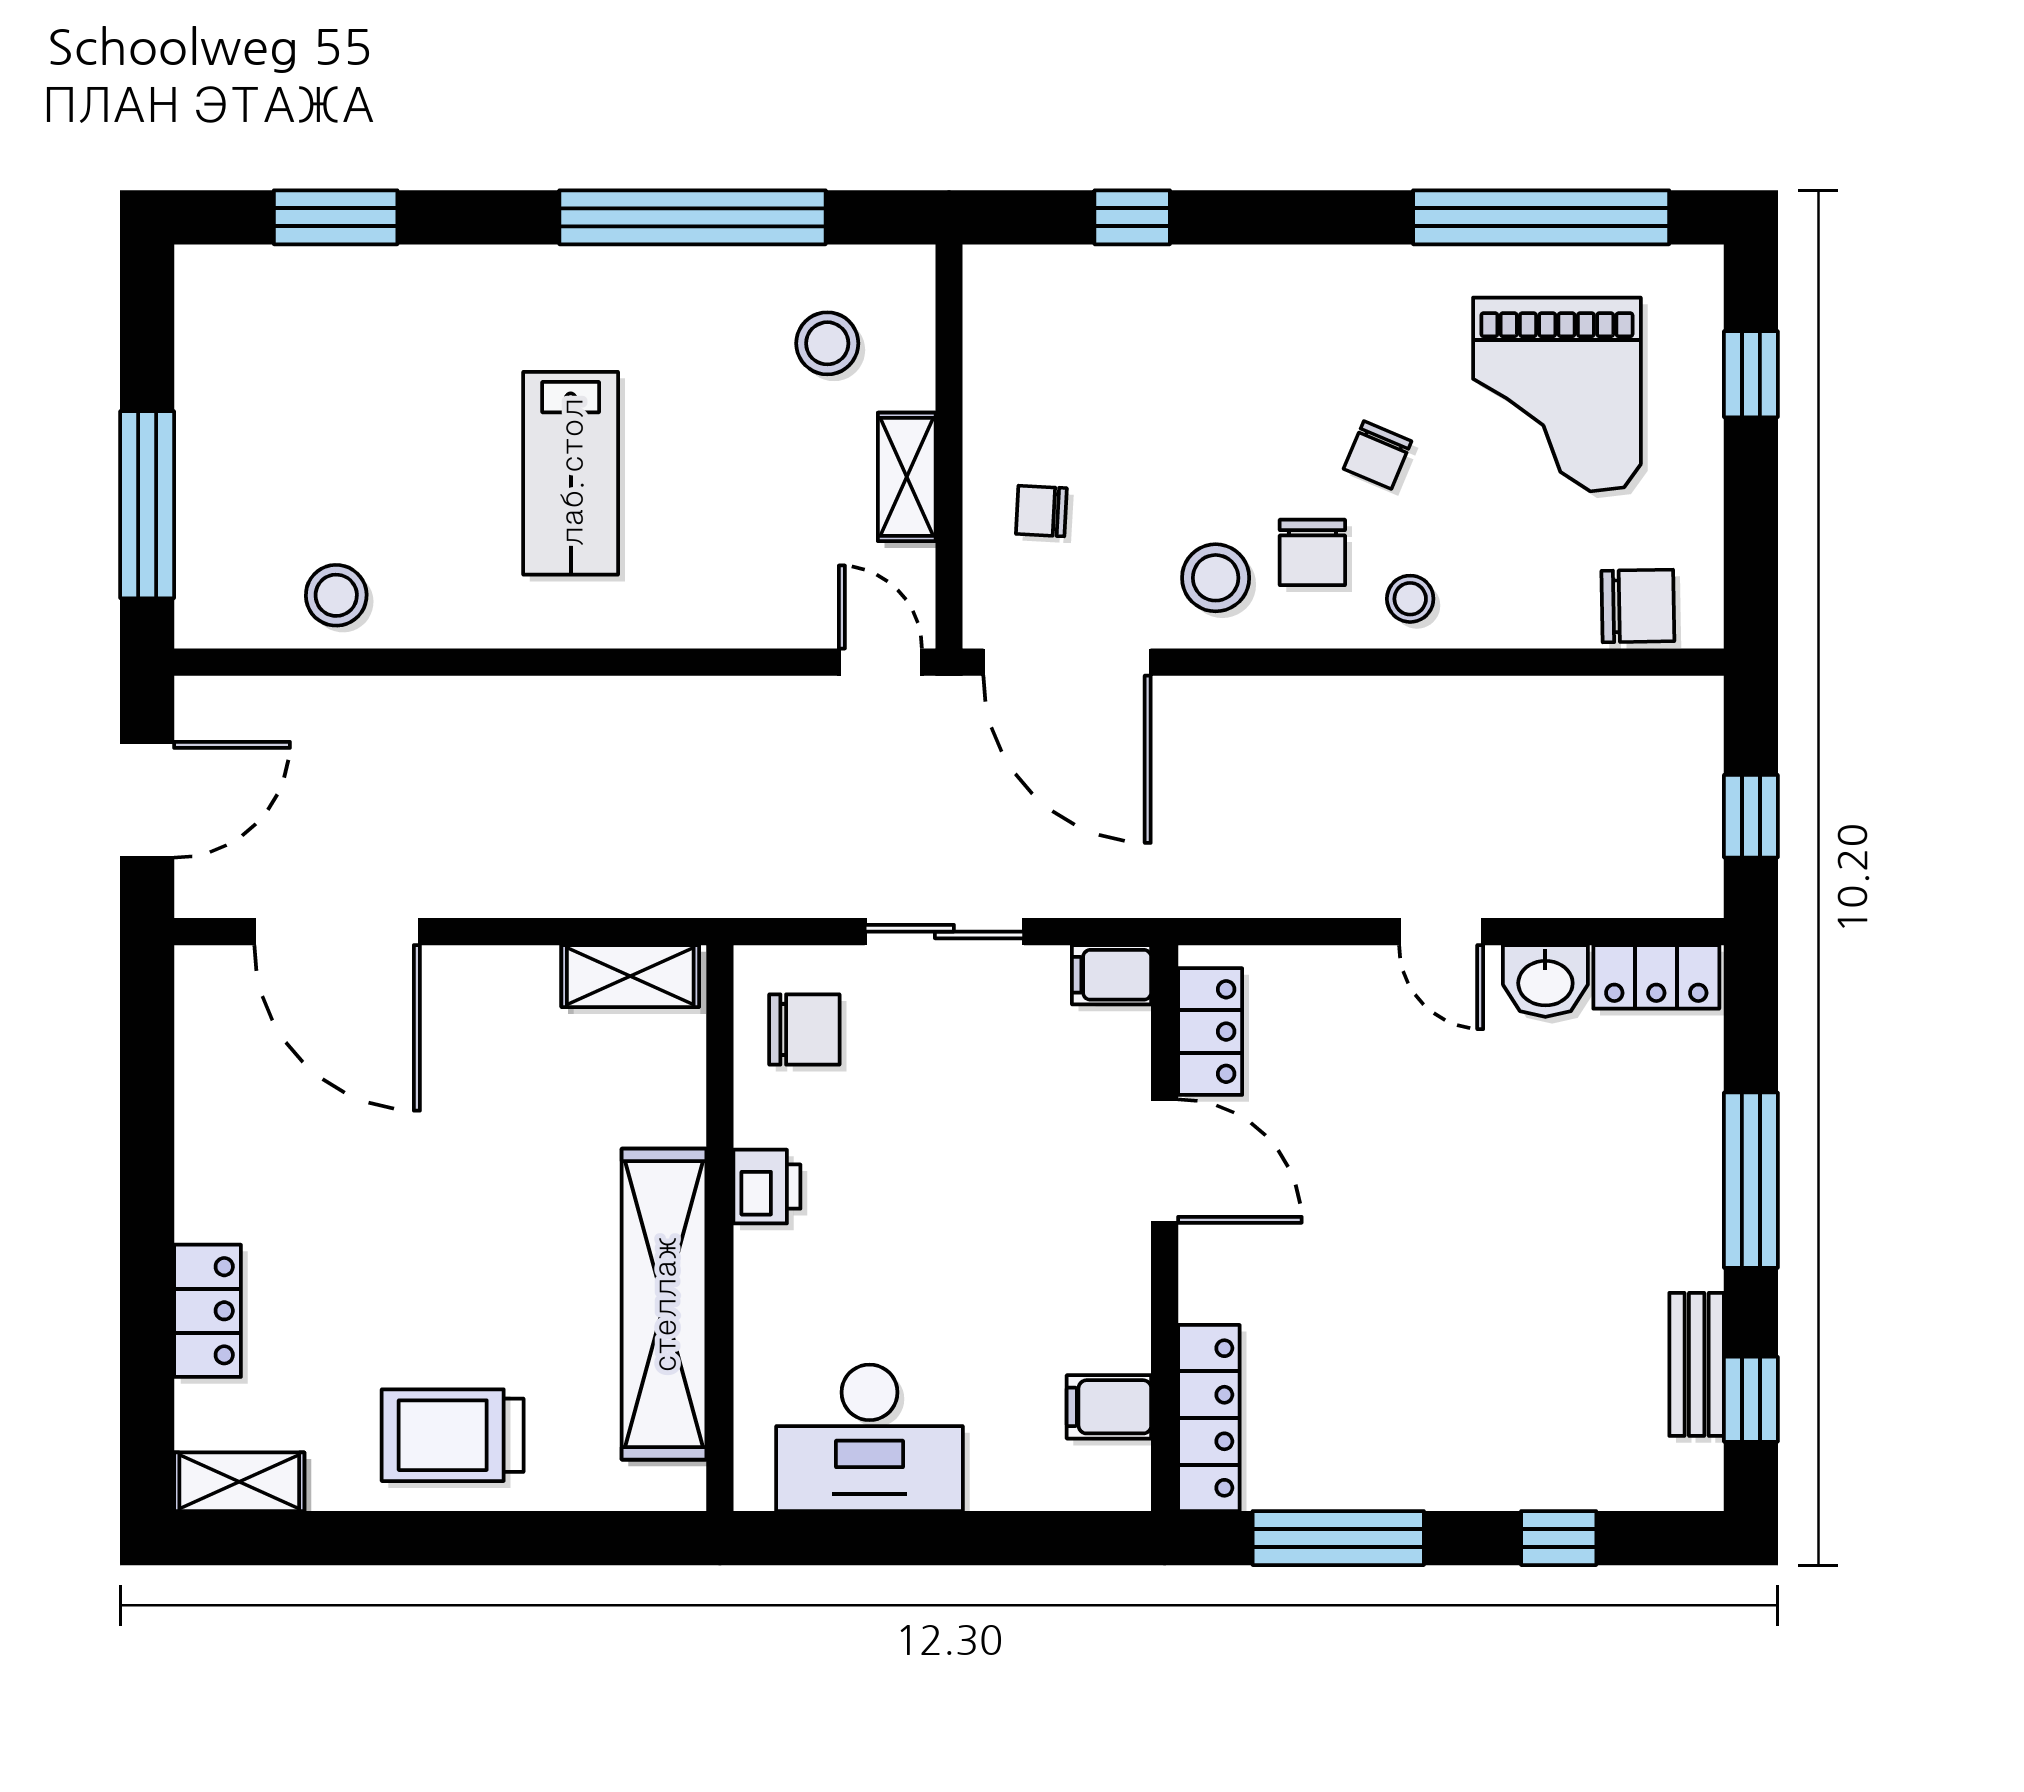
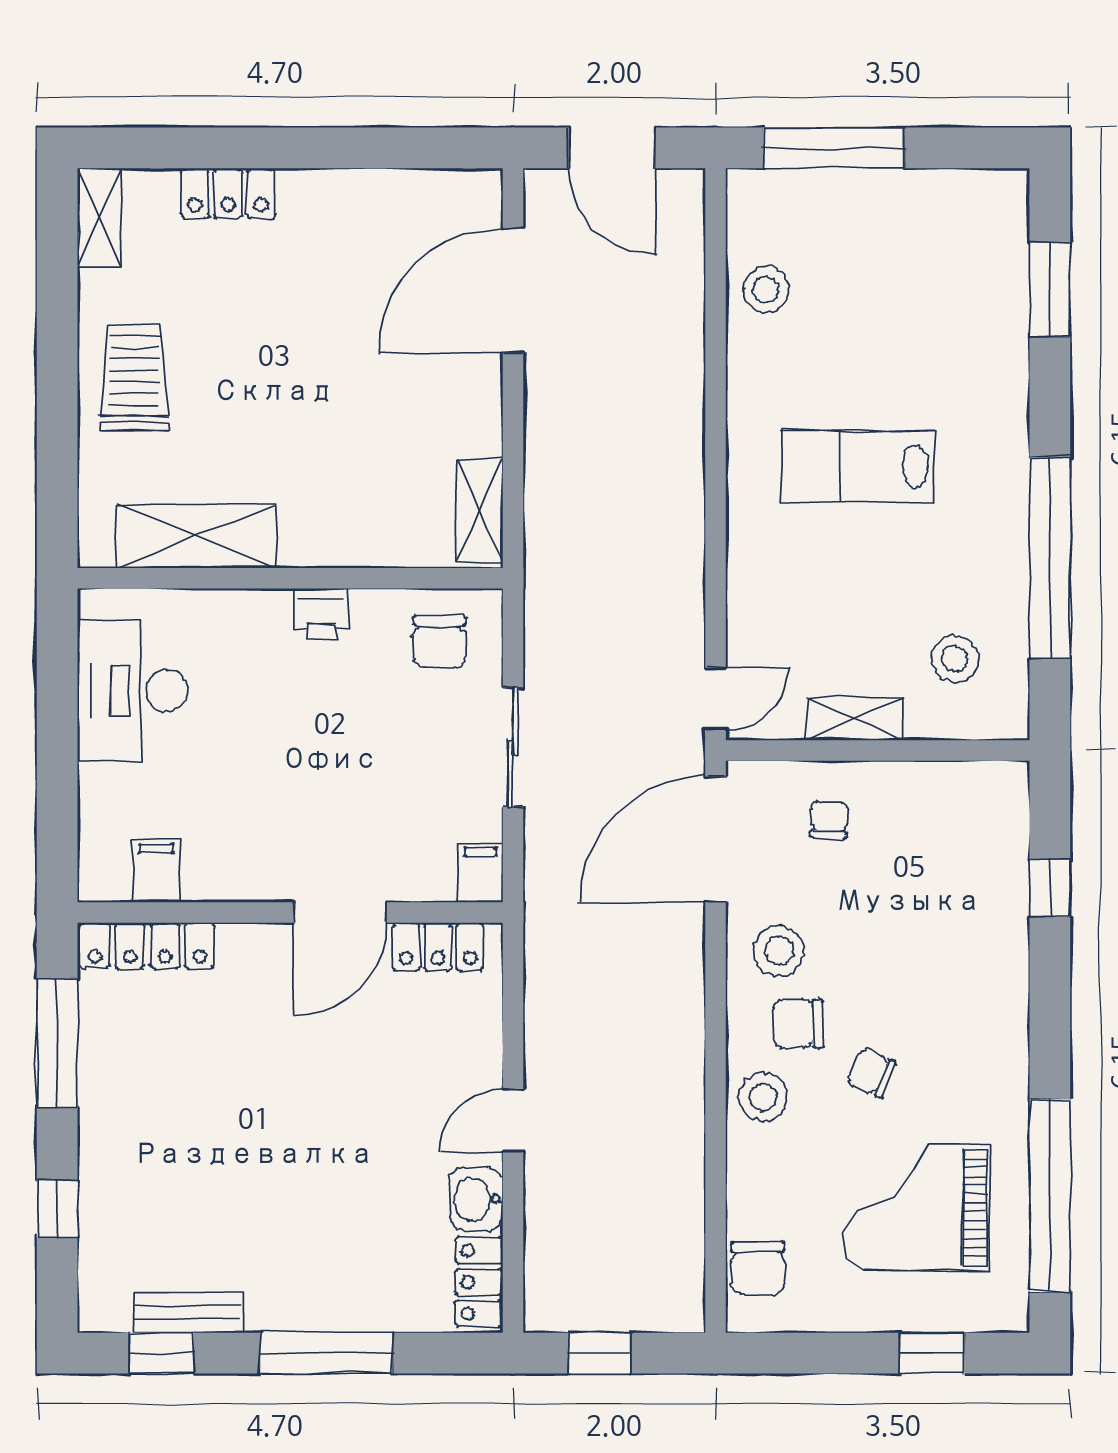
stool: (1410, 599) -> (763, 1097), width x1.37, depth x1.37
shelving: (664, 1304) -> (196, 536), width x0.68

